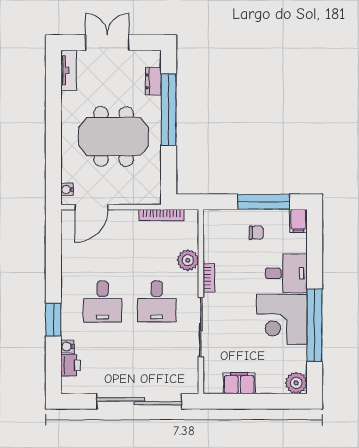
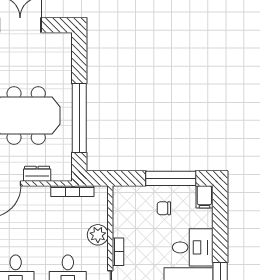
dresser: (153, 81) -> (37, 174), moved, turned 90
window: (169, 110) -> (79, 118), moved
chair: (256, 233) -> (164, 208), turned 180

